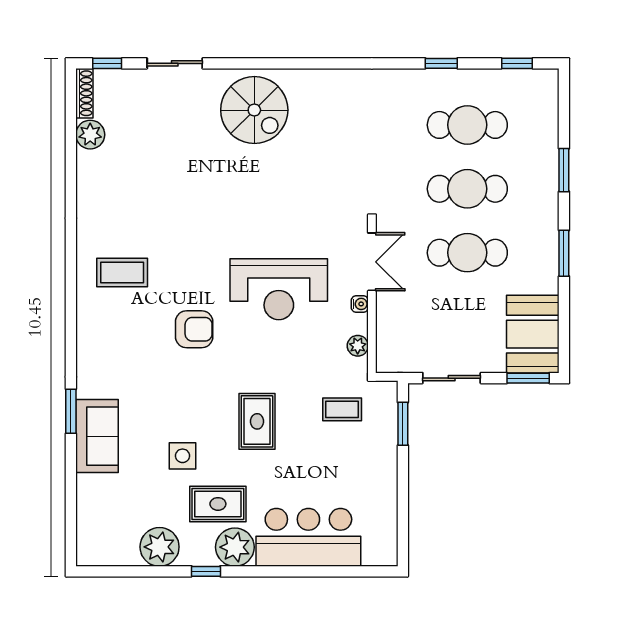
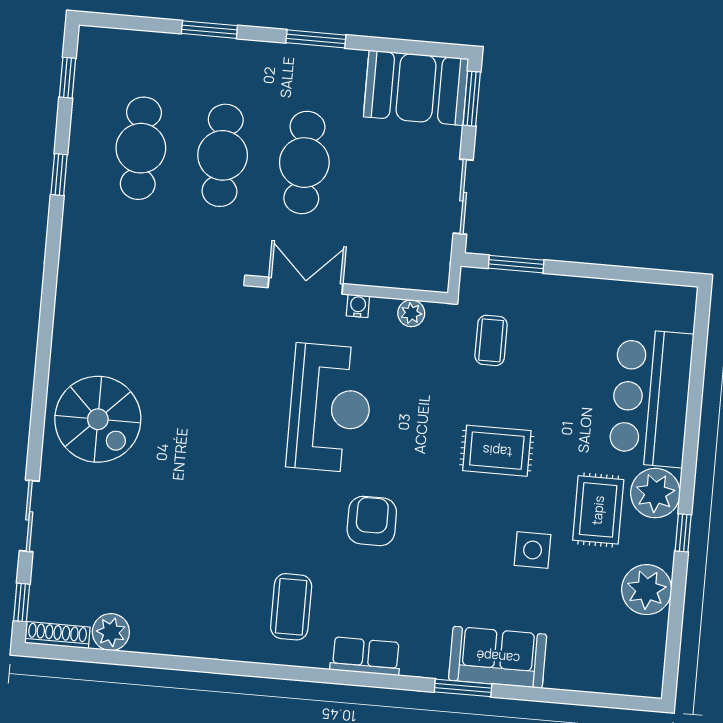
spiral stairs: (254, 110) -> (98, 419), turned 90
row of seats: (89, 334) -> (366, 656), added

